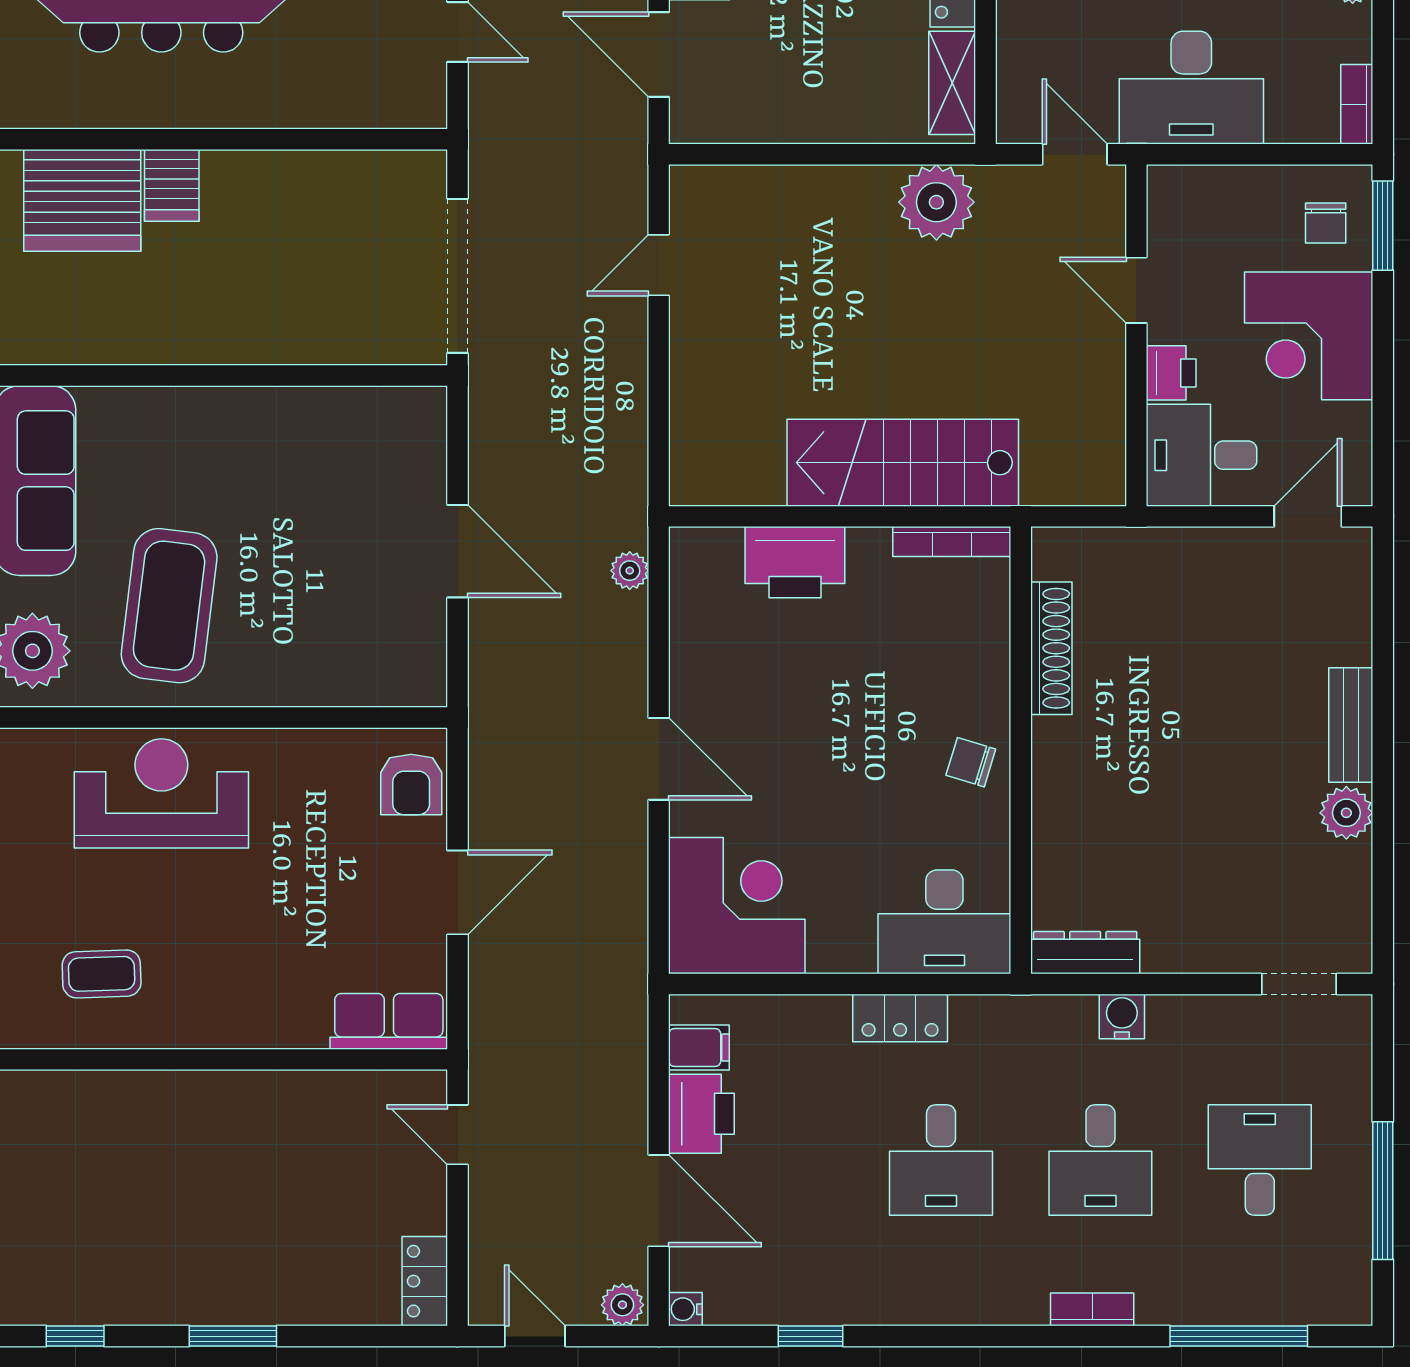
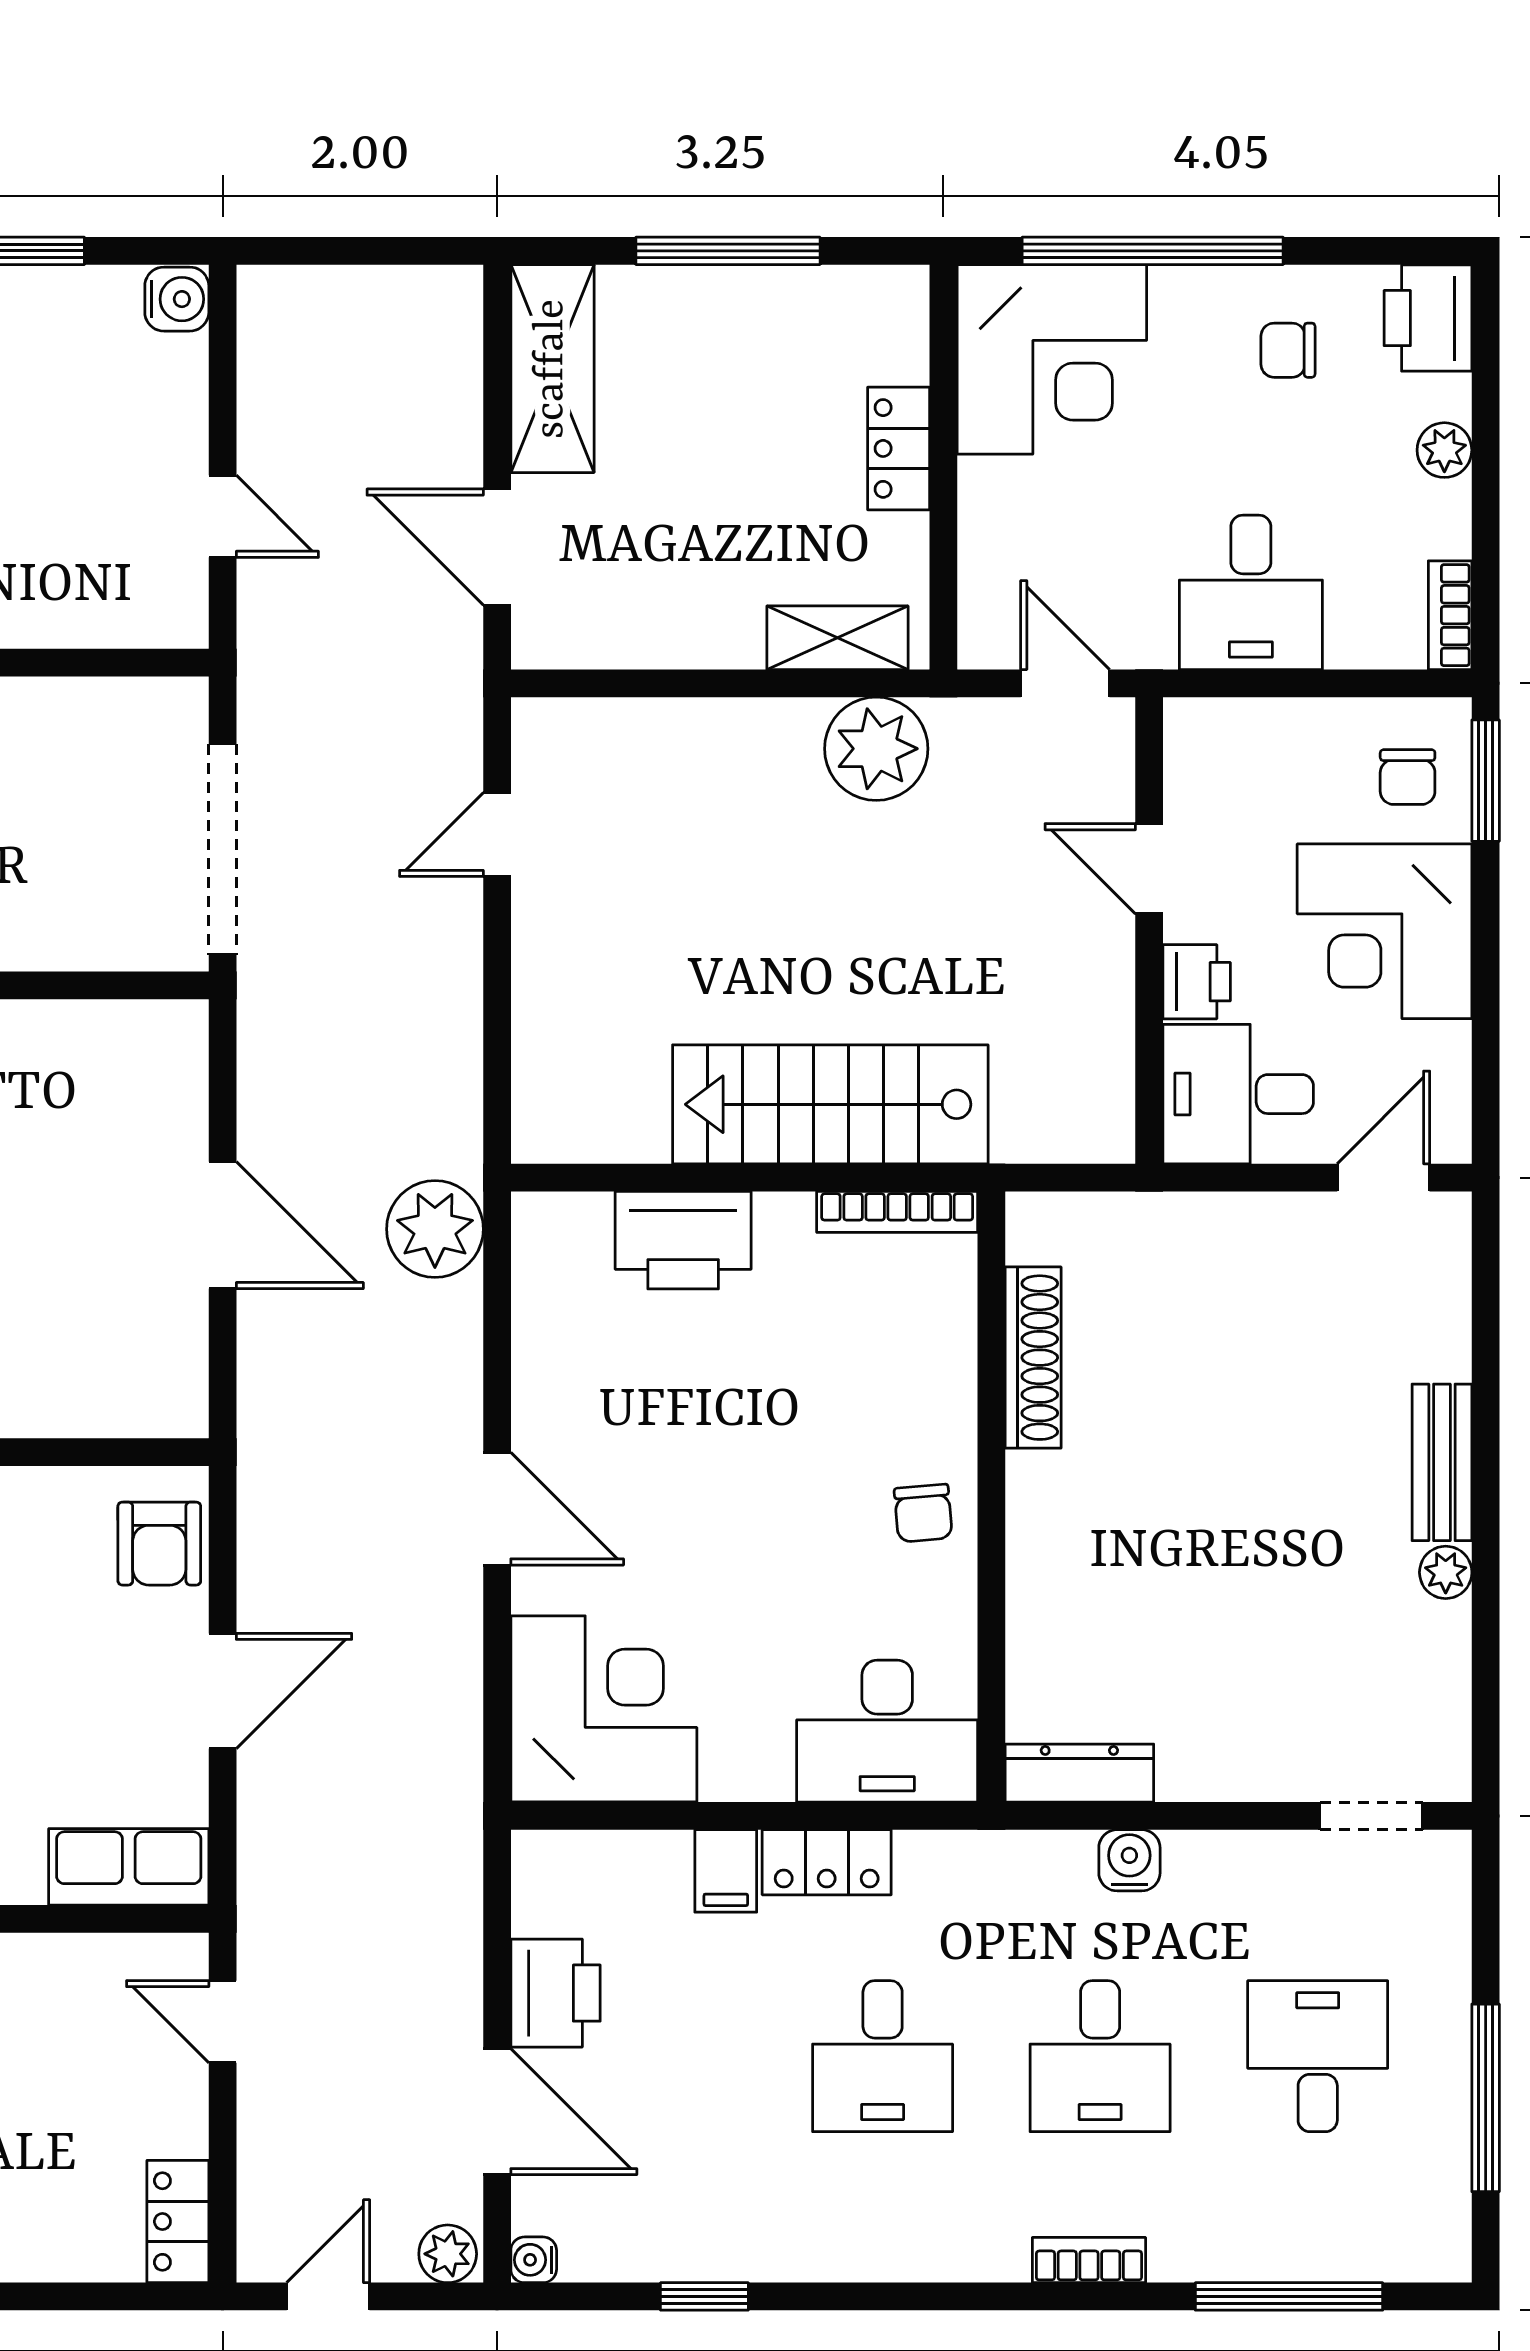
shelving: (952, 83) -> (837, 638), moved, turned 90
desk: (1191, 88) -> (1251, 592), width x0.73
plant: (630, 571) -> (435, 1229), width x1.88, depth x1.88
chair: (971, 762) -> (923, 1513), turned -112
plant: (1346, 813) -> (1446, 1572), width x0.73, depth x0.73
filing cabinet: (699, 1048) -> (726, 1871), moved, turned 90
door: (535, 1336) -> (328, 2296), hinge flipped

